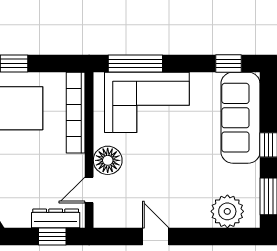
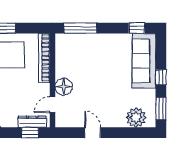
corner sofa: (147, 102) -> (87, 52), removed

